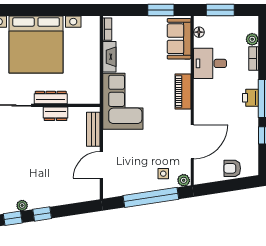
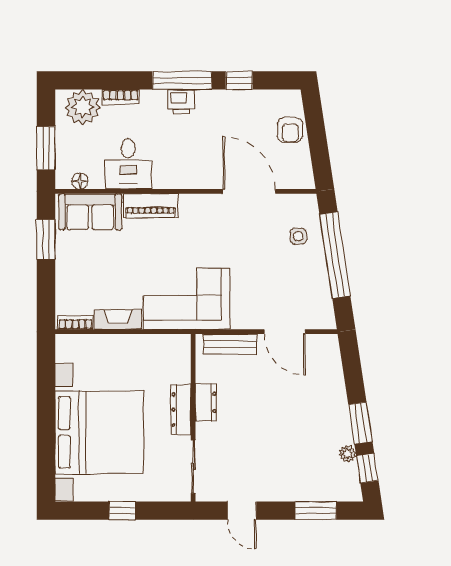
plant: (252, 39) -> (83, 107), width x1.87, depth x1.87
piano: (183, 92) -> (151, 206), moved
plant: (184, 180) -> (309, 205), removed
window: (42, 214) -> (360, 423), width x1.50

